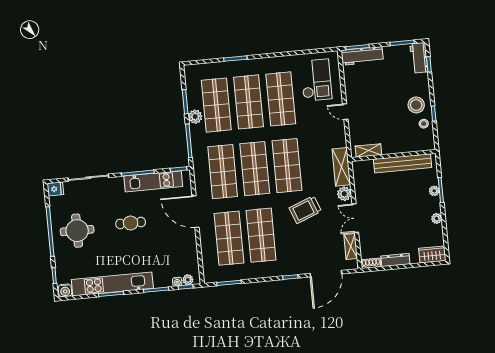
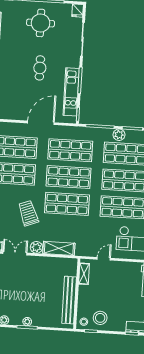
shelving: (368, 150) -> (84, 274), moved
wall: (393, 155) -> (77, 294), moved
bench: (403, 163) -> (69, 300), moved

